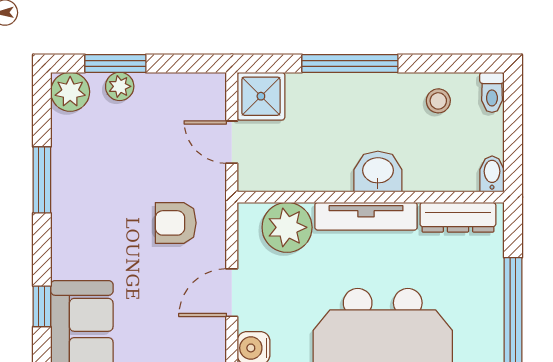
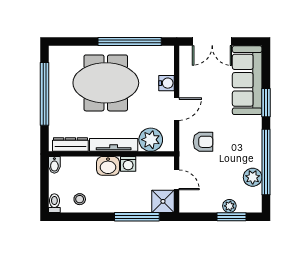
window: (350, 63) -> (137, 217), moved
plant: (70, 92) -> (253, 177), moved
washing machine: (335, 176) -> (128, 164), added
window: (42, 180) -> (266, 162), width x2.11
window: (42, 306) -> (266, 103), width x1.50

